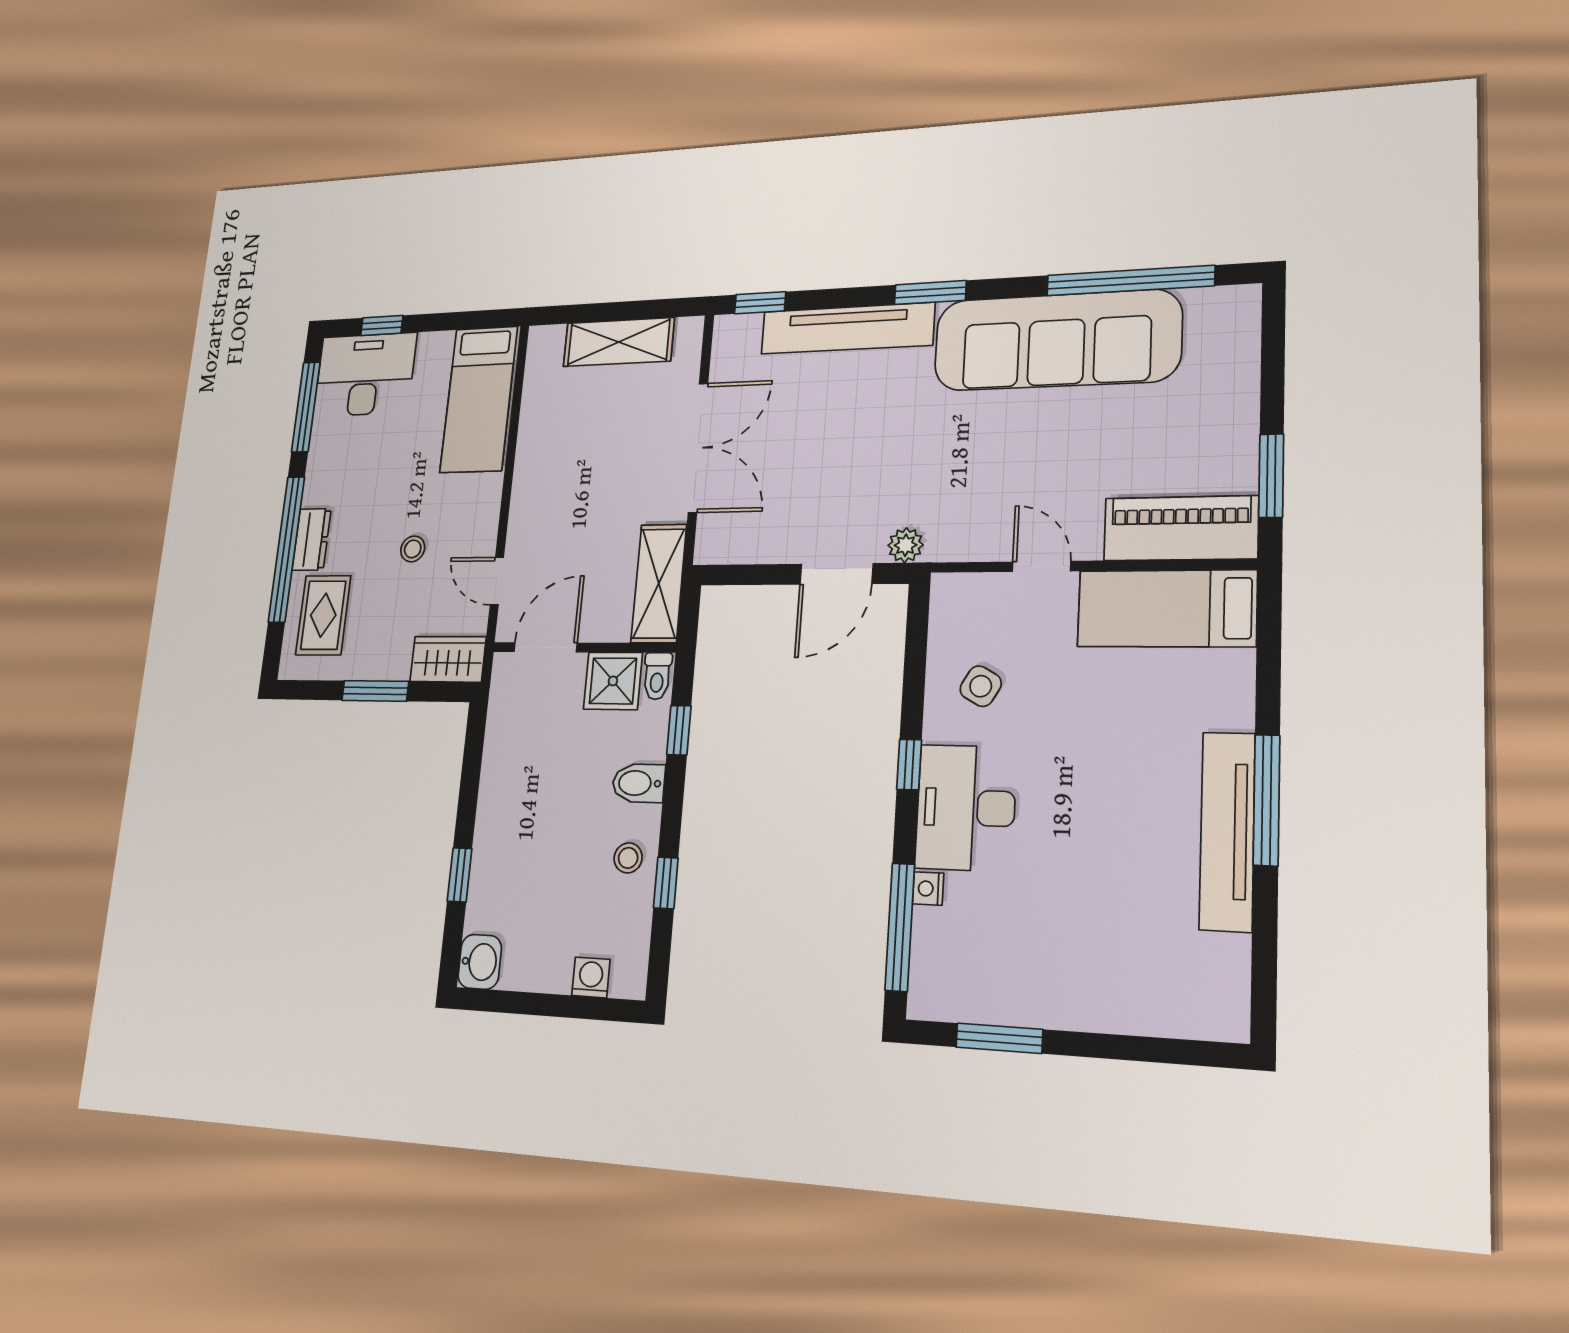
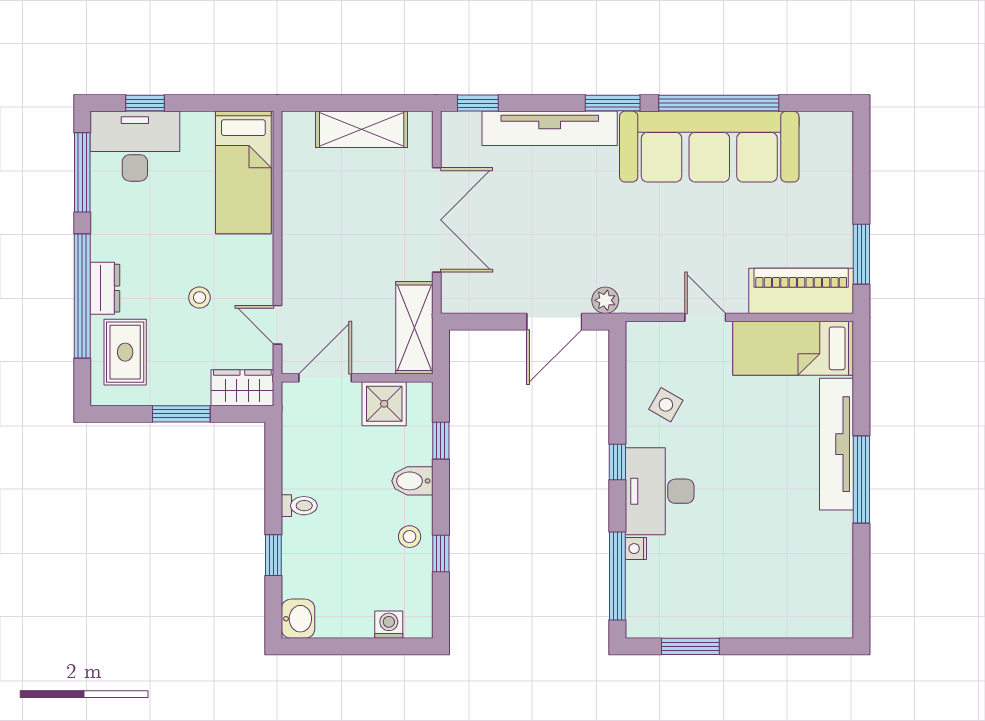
window: (1130, 281) -> (719, 103), moved
toilet: (657, 676) -> (299, 506), moved, turned -90
tv unit: (1227, 831) -> (836, 444), moved

